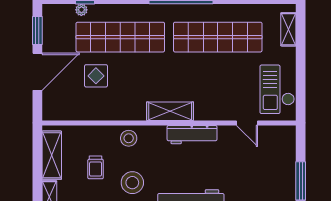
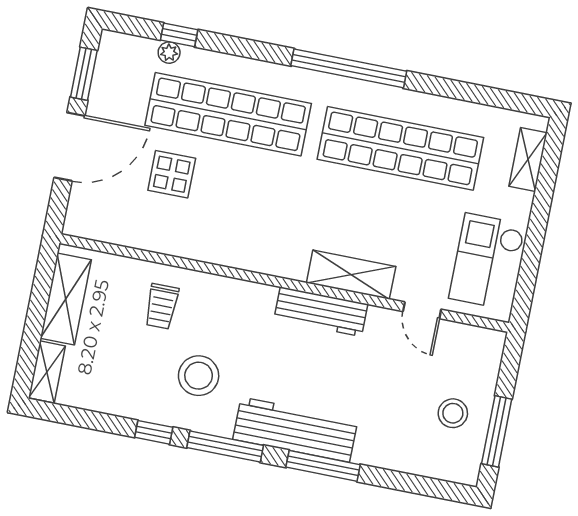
shelving: (170, 111) -> (351, 275), moved
stool: (129, 138) -> (453, 413), moved
trolley: (96, 167) -> (162, 306), moved

